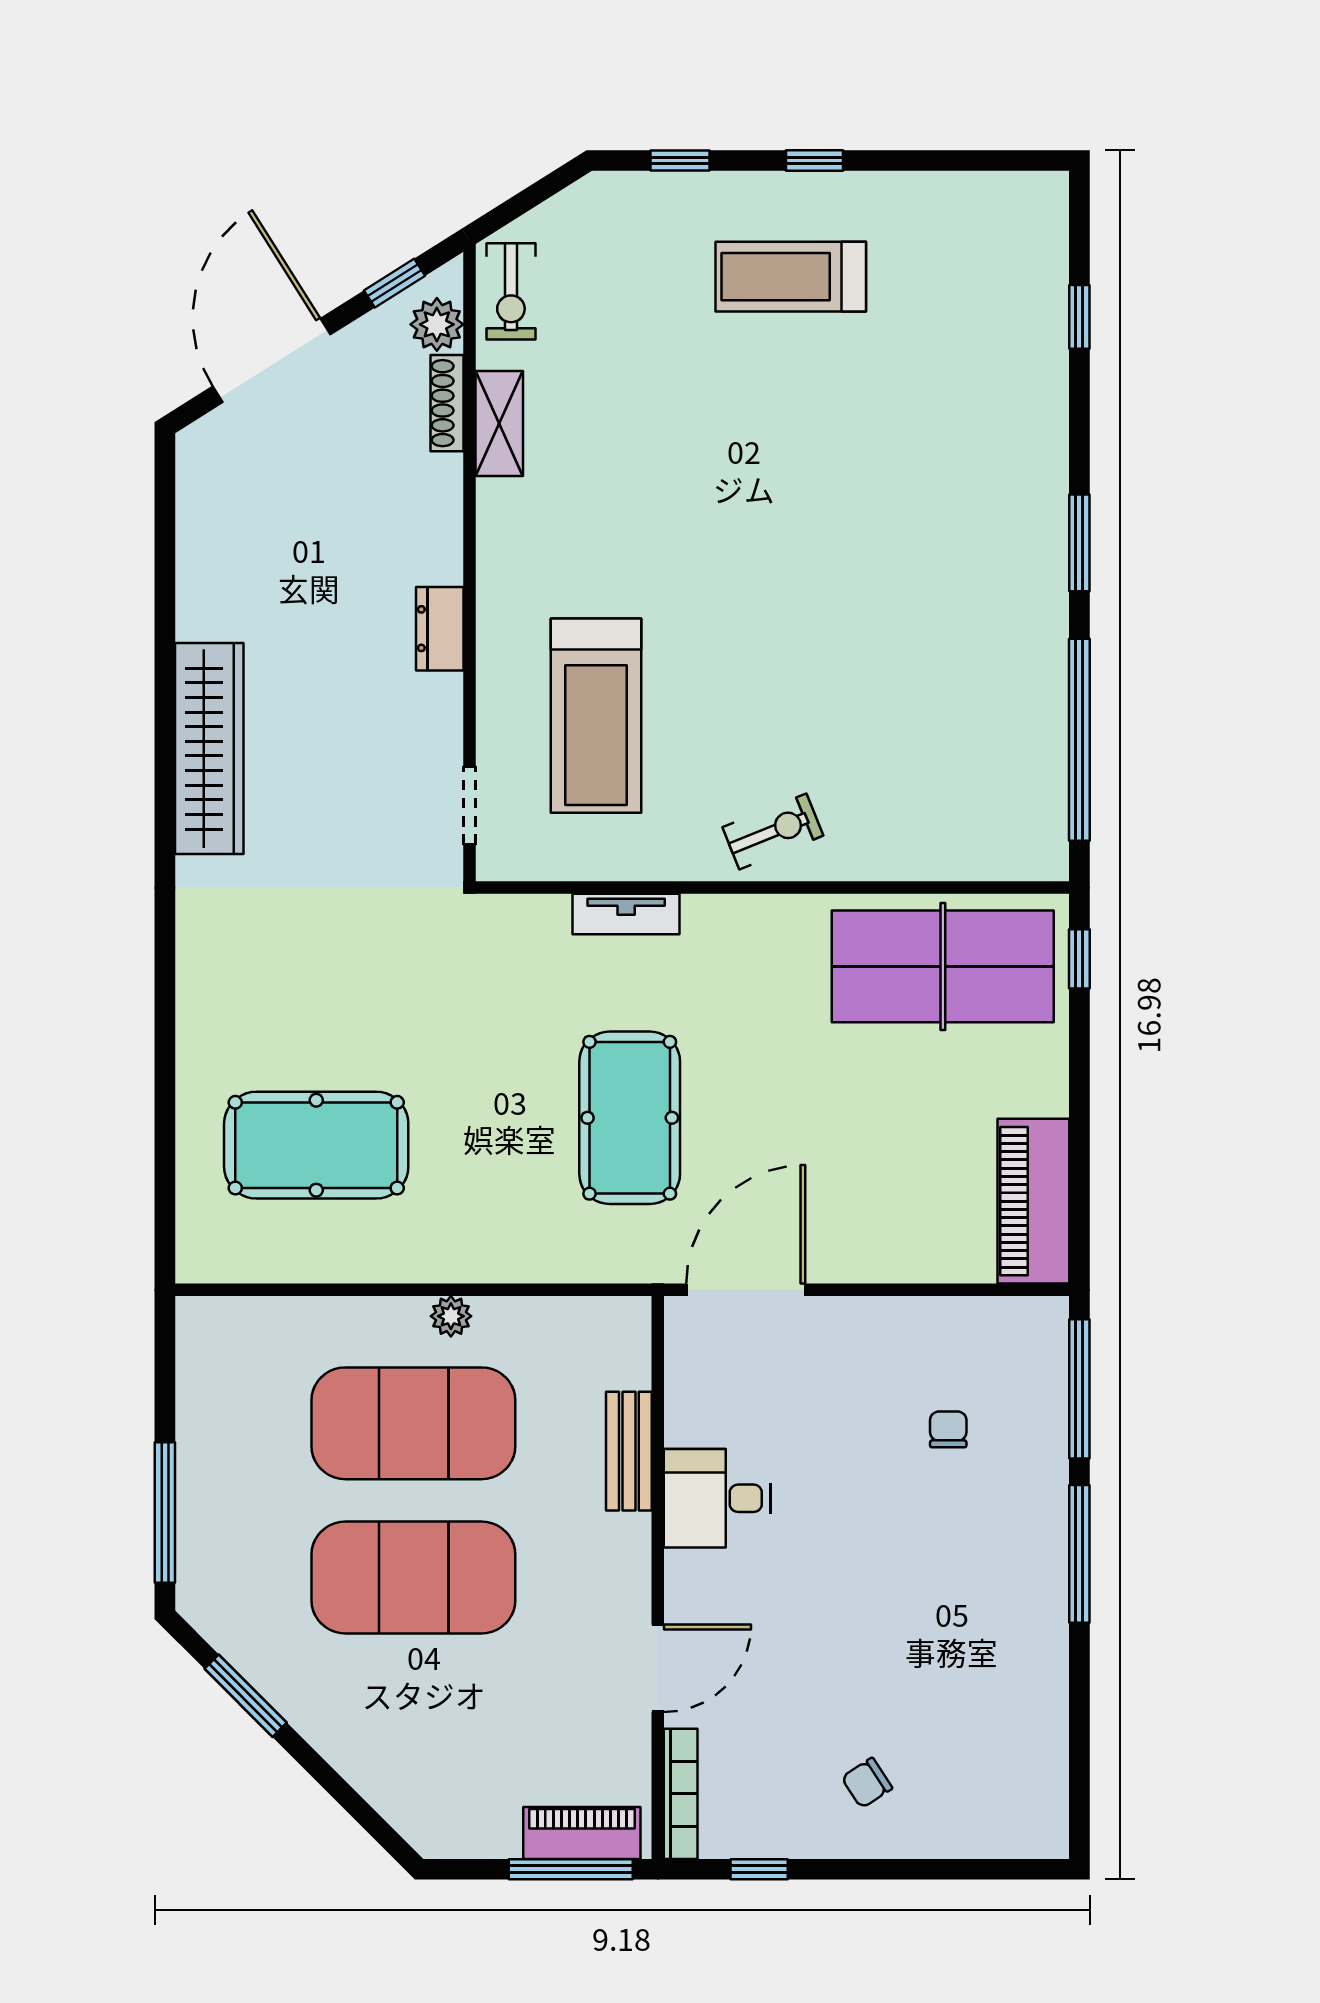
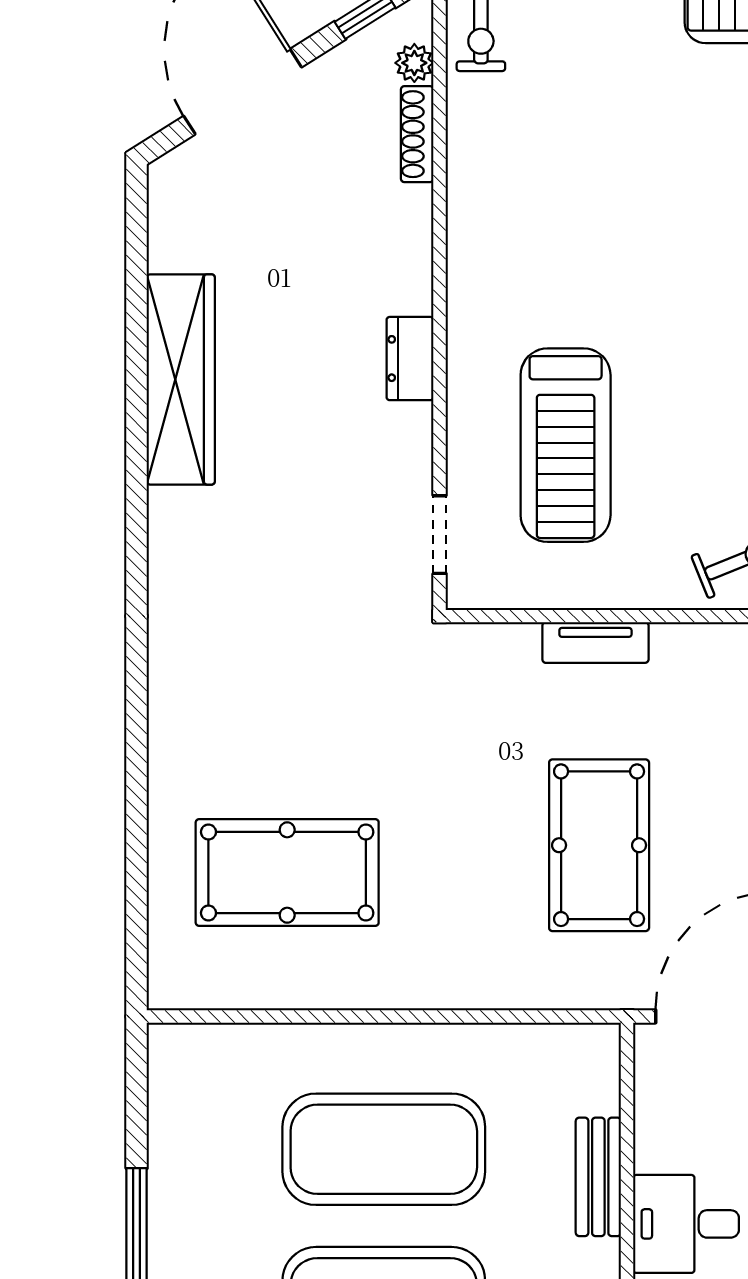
plant: (437, 324) -> (414, 63), width x0.73, depth x0.73
shelving: (499, 423) -> (469, 154), removed
wardrobe: (209, 749) -> (181, 379), moved
plant: (451, 1316) -> (421, 1043), removed

